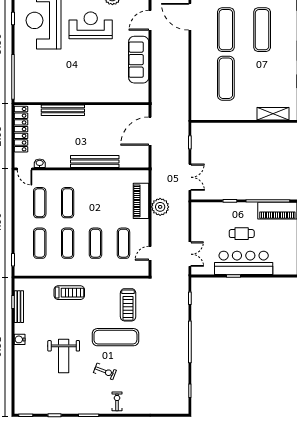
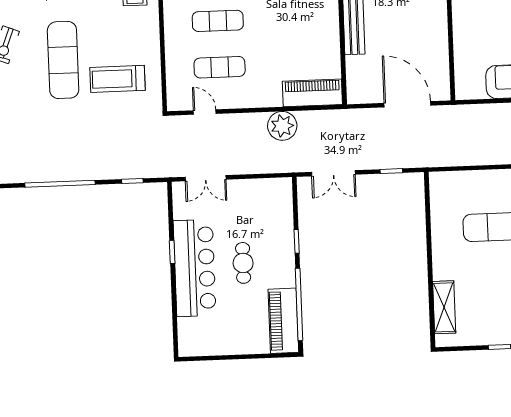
piano: (141, 201) -> (312, 93), moved

